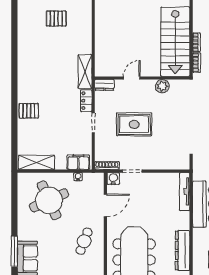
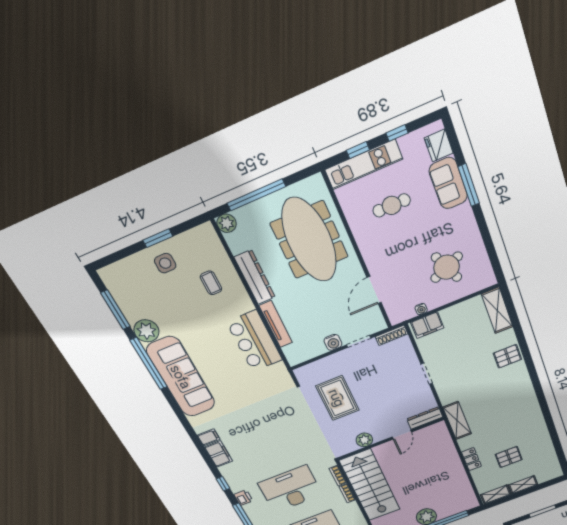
dresser: (104, 85) -> (425, 418), width x1.44
locker: (86, 101) -> (471, 459), moved
rug: (134, 124) -> (337, 398), moved, turned 90
shelving: (36, 162) -> (497, 310), moved, turned 90
water cooler: (113, 179) -> (333, 342), moved
tv unit: (185, 192) -> (276, 324), moved
round table: (49, 200) -> (447, 267), width x0.73, depth x0.73
cafe table: (84, 241) -> (392, 205), moved, turned 69

